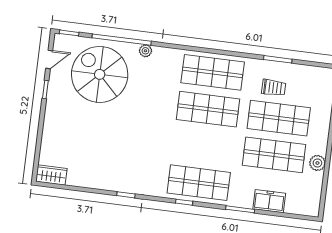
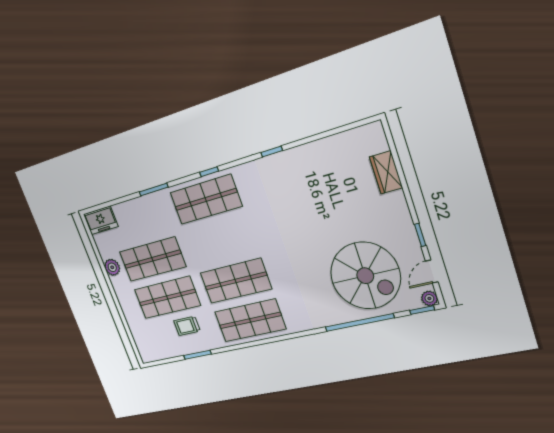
plant: (145, 51) -> (429, 298), moved
wardrobe: (51, 175) -> (386, 172), moved, turned 90
freezer: (269, 201) -> (101, 220), moved

